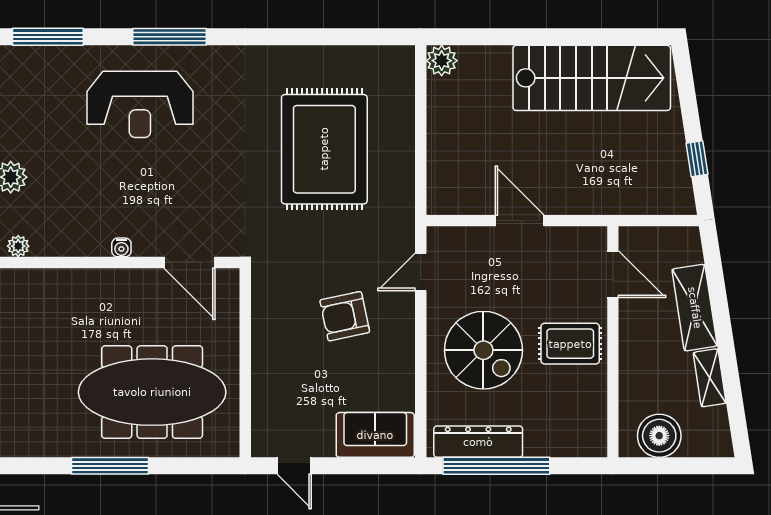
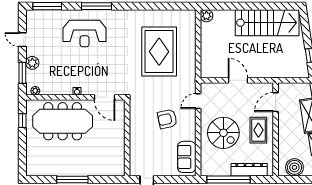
door: (613, 274) -> (276, 102), swing flipped
rug: (570, 344) -> (258, 130), turned 90
meeting table: (152, 392) -> (63, 121), moved
sofa: (375, 435) -> (187, 157), moved, turned -90
dresser: (478, 442) -> (249, 170), moved

